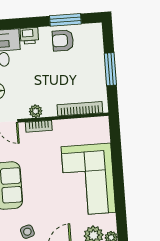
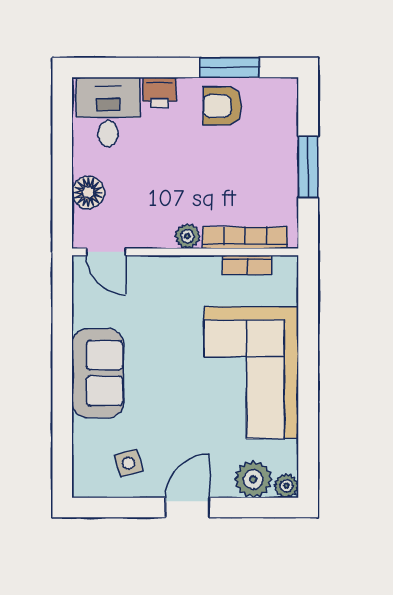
plant: (36, 111) -> (187, 236), moved
bookcase: (39, 126) -> (247, 265), moved

